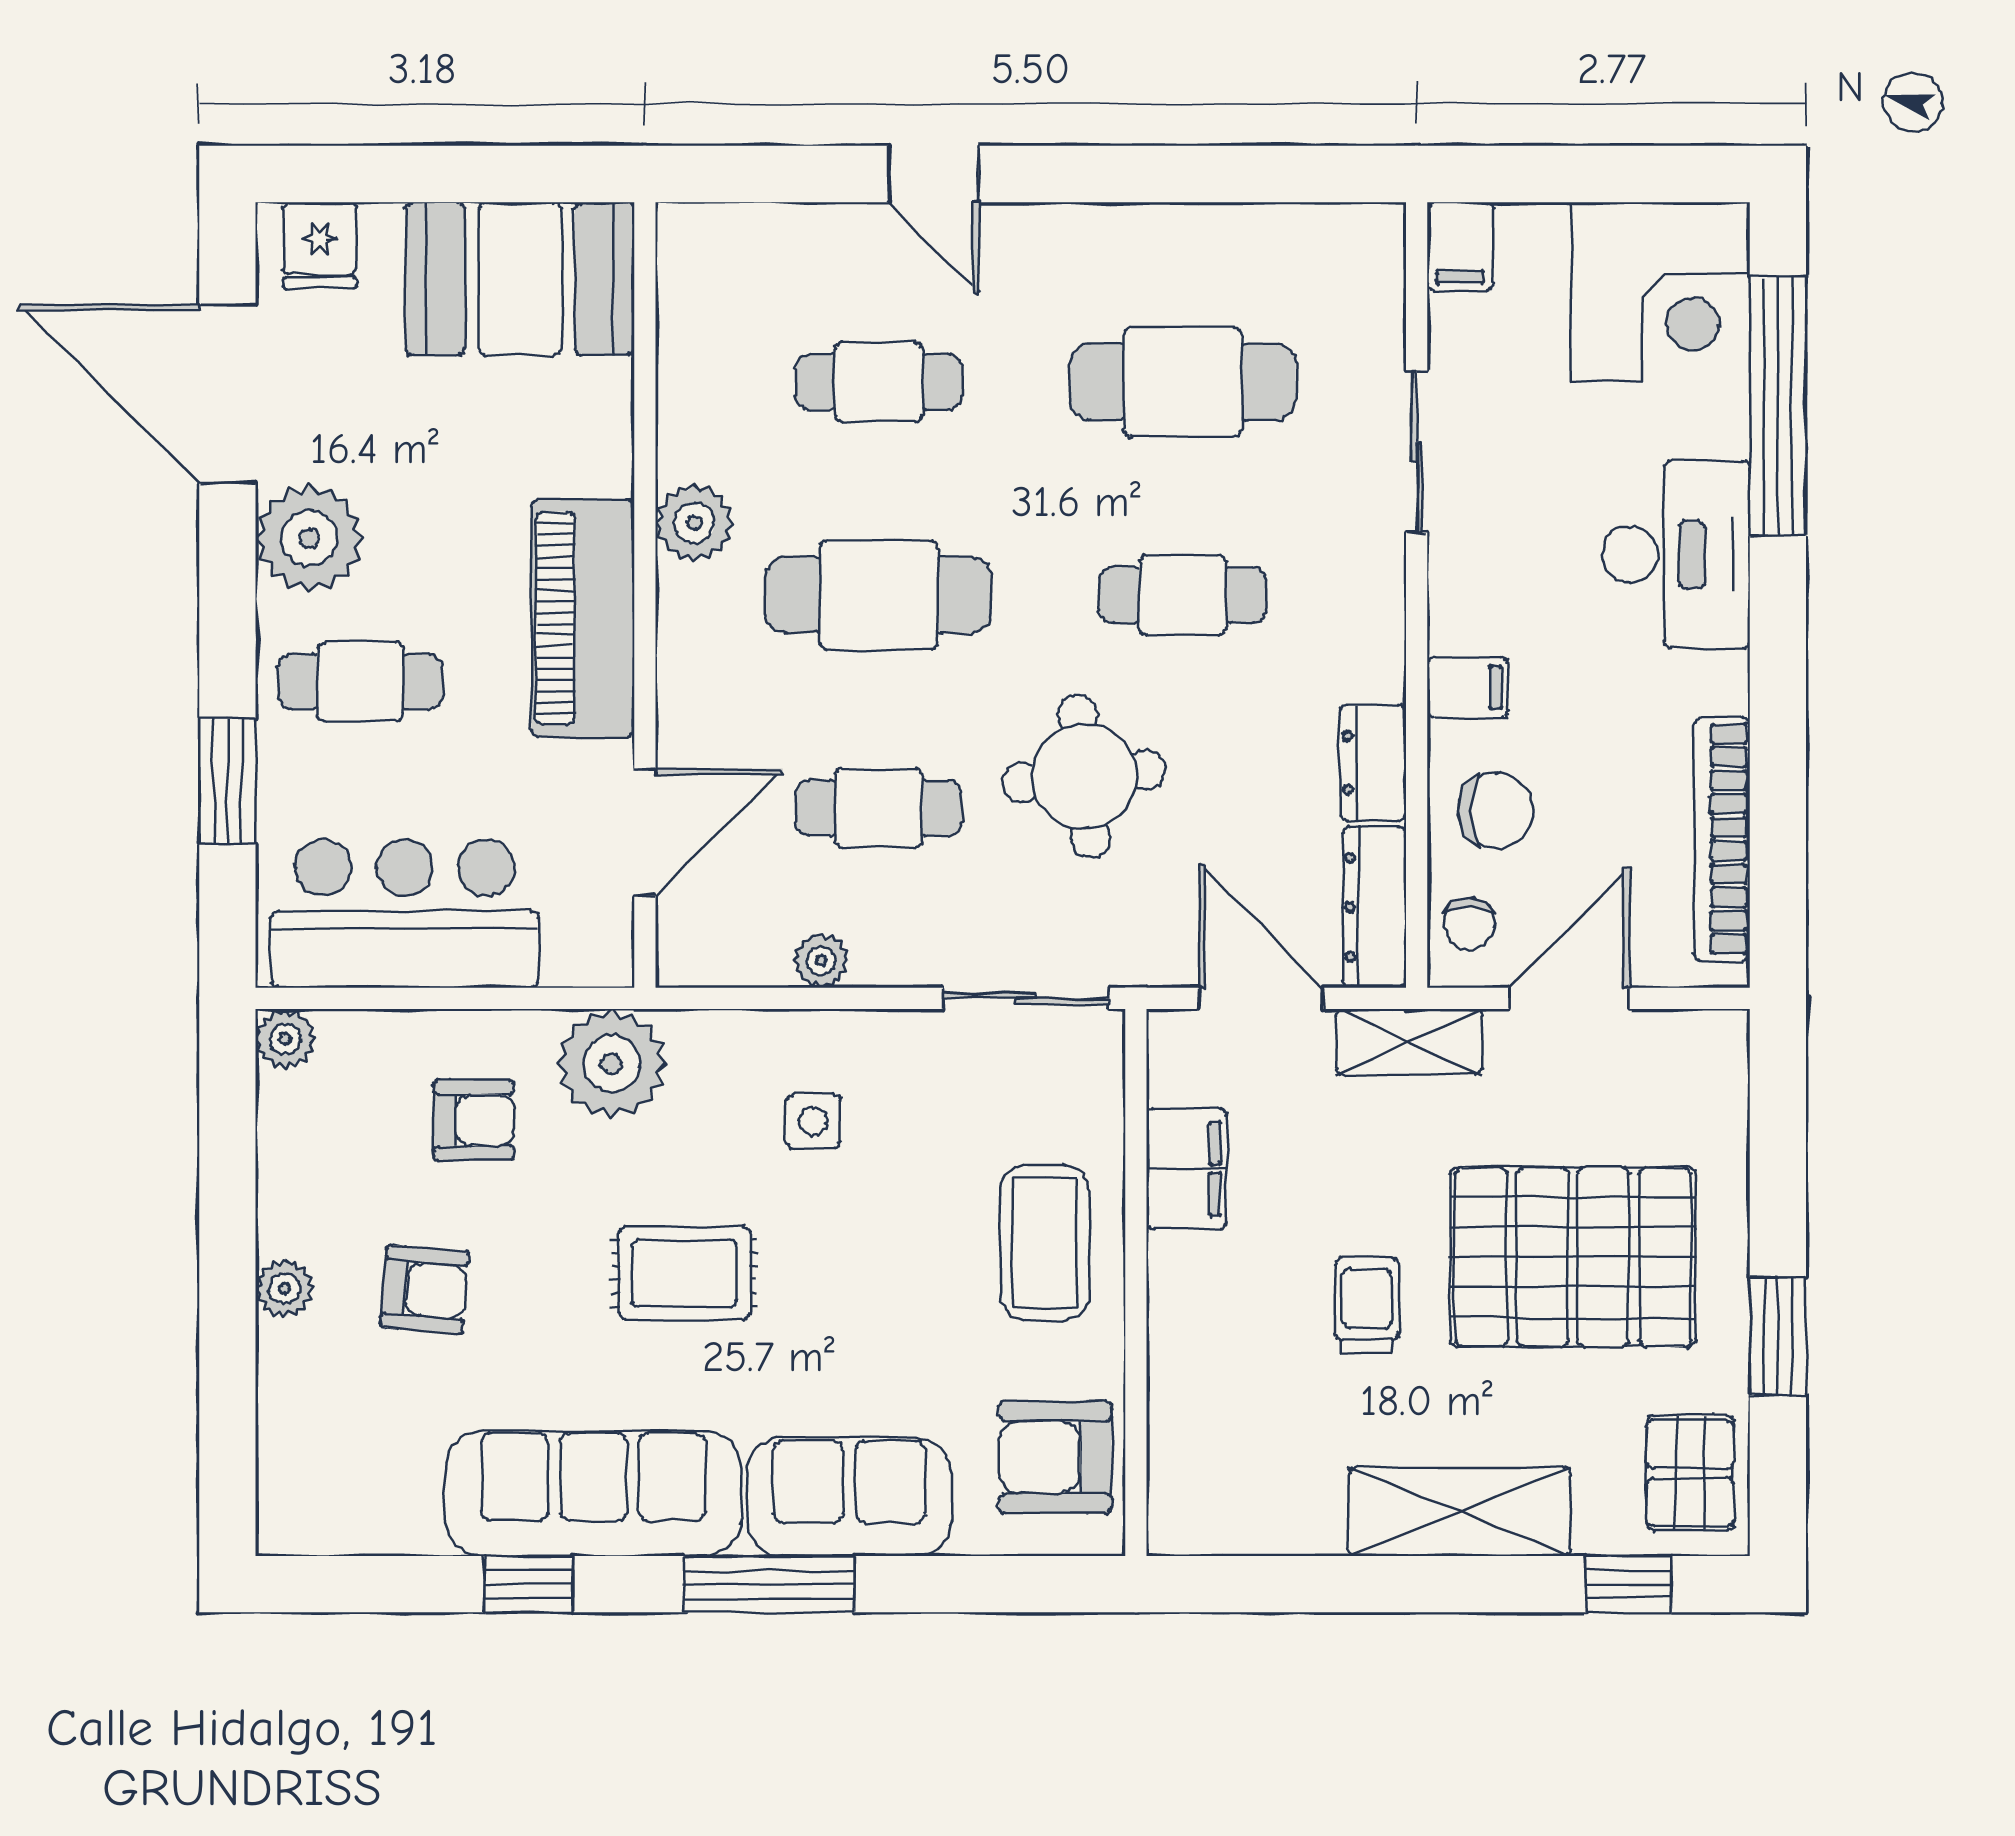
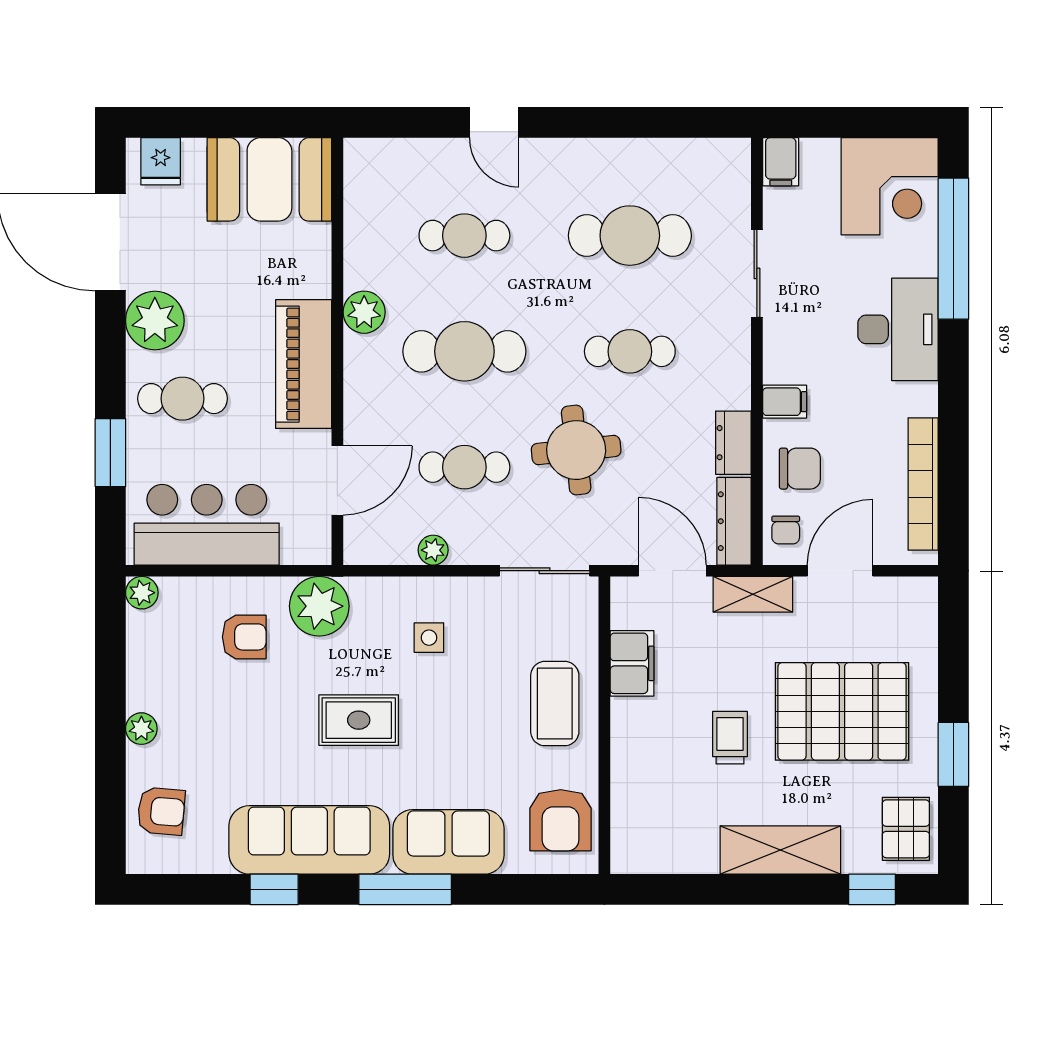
armchair: (425, 1290) -> (161, 811), moved
armchair: (1055, 1457) -> (561, 820), turned -90

